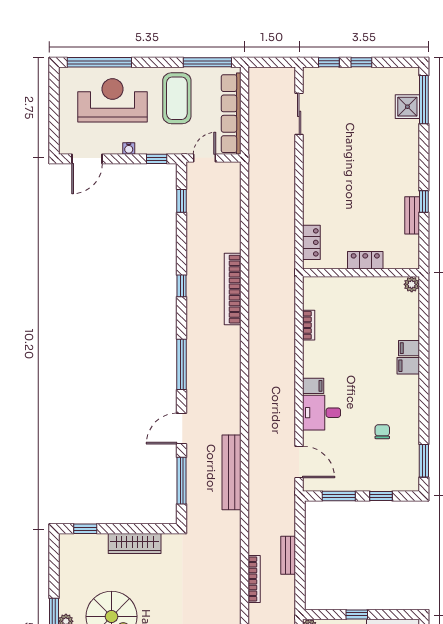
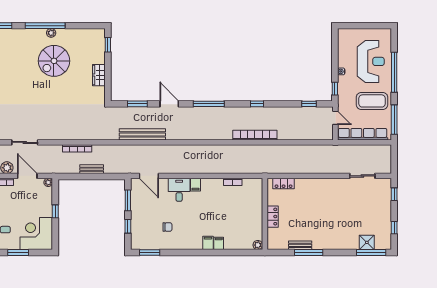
window: (99, 62) -> (394, 72), moved
window: (361, 62) -> (394, 228), moved
door: (87, 159) -> (335, 46), removed
window: (424, 202) -> (309, 253), width x2.17
door: (299, 462) -> (149, 176), hinge flipped
window: (182, 481) -> (137, 104), width x0.69
wardrobe: (135, 544) -> (99, 75), width x0.67

